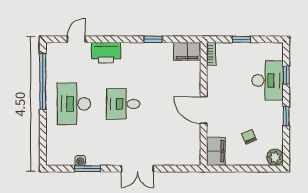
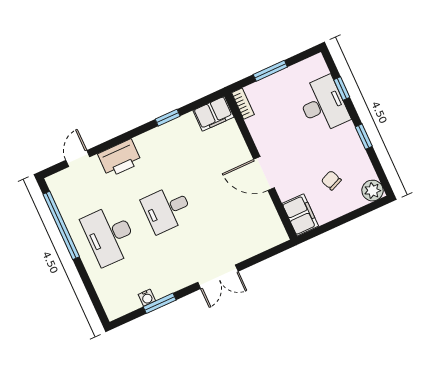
window: (241, 39) -> (270, 71), width x1.50

